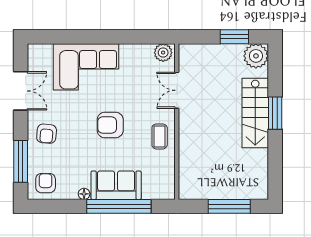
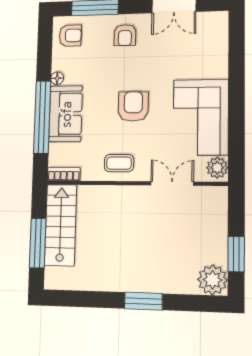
corner sofa: (86, 67) -> (201, 117), moved
stairs: (255, 113) -> (61, 225), moved, turned 90
armchair: (47, 134) -> (125, 35), turned -95
bookcase: (169, 185) -> (64, 174), added

